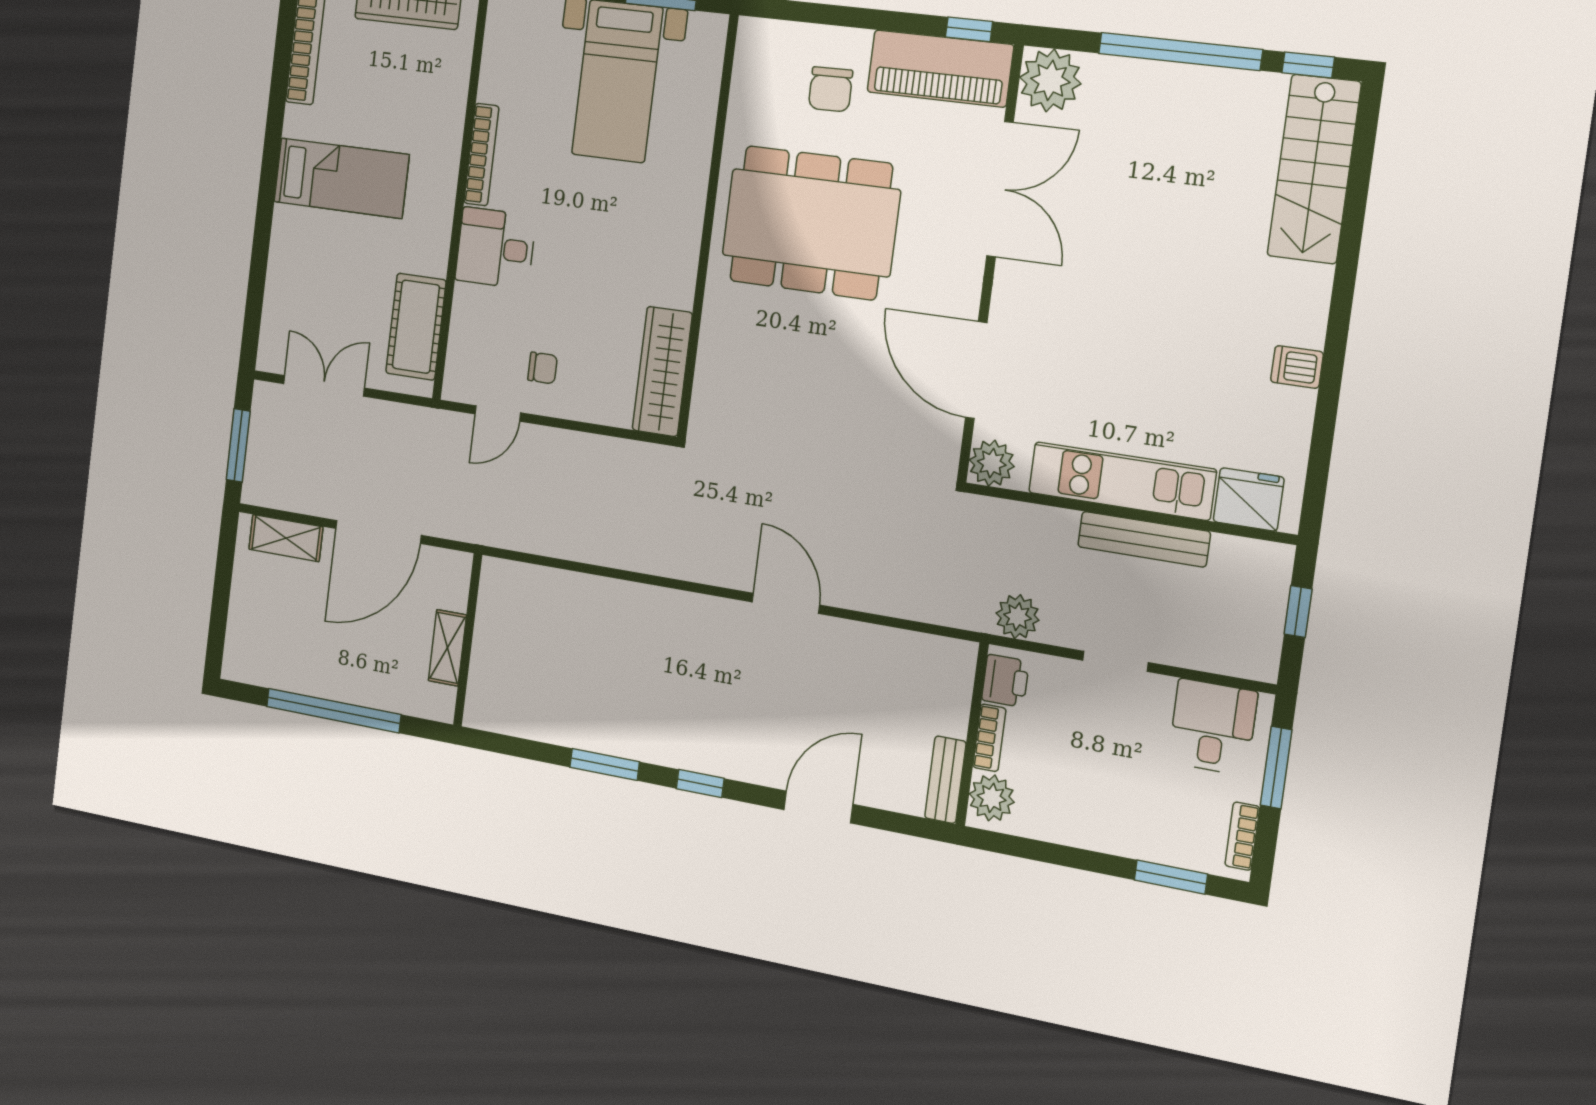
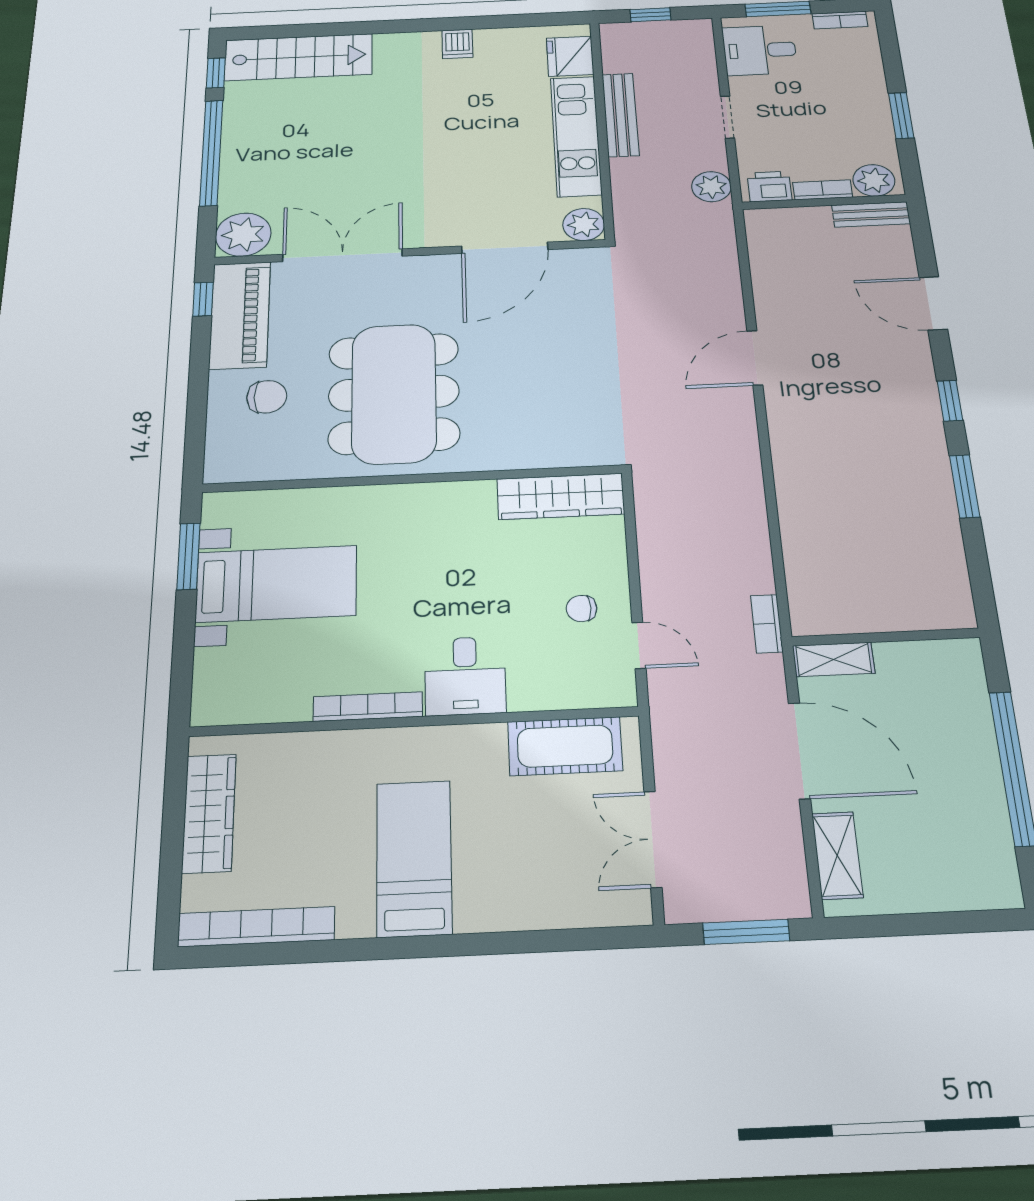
chair: (543, 368) -> (581, 608), turned -90
bookcase: (498, 536) -> (767, 624), added
shelving: (447, 648) -> (834, 659), moved
window: (1171, 877) -> (901, 115), moved

